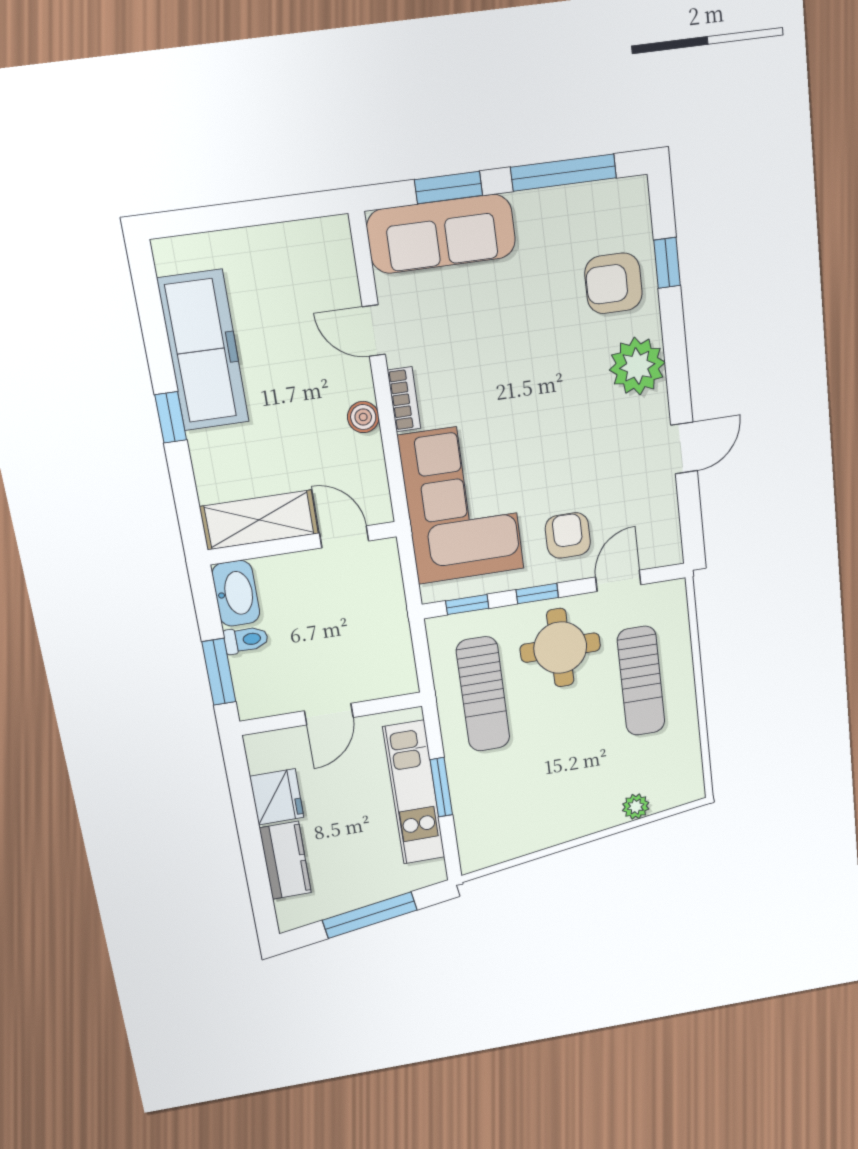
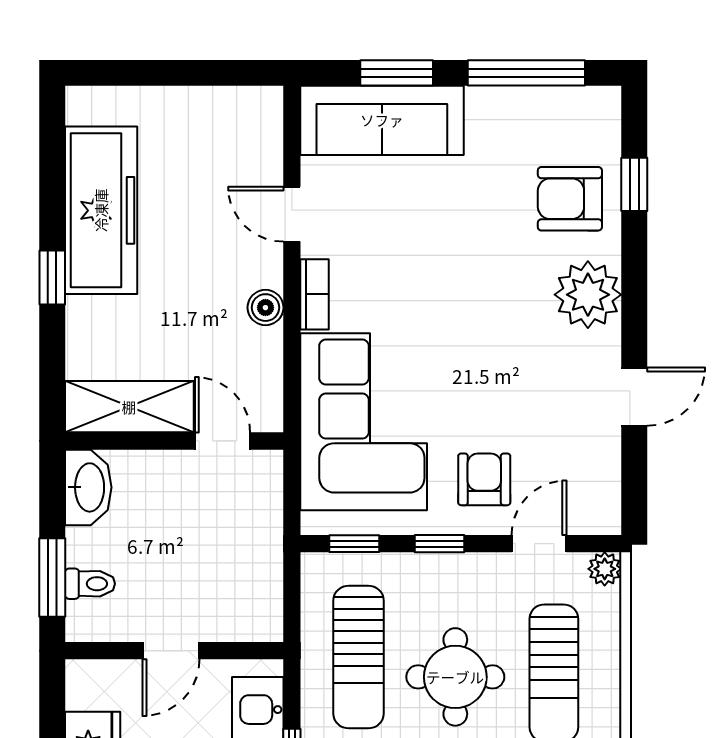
plant: (673, 593) -> (605, 569), added
toilet: (246, 640) -> (90, 584), moved
round table: (560, 648) -> (455, 677), moved

